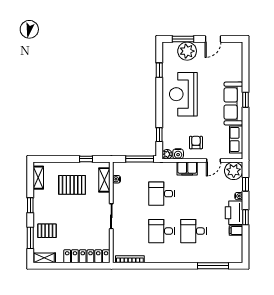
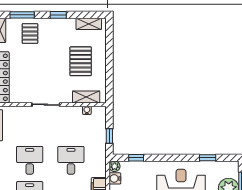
window: (86, 159) -> (109, 77), removed
window: (140, 159) -> (109, 136), width x0.46

